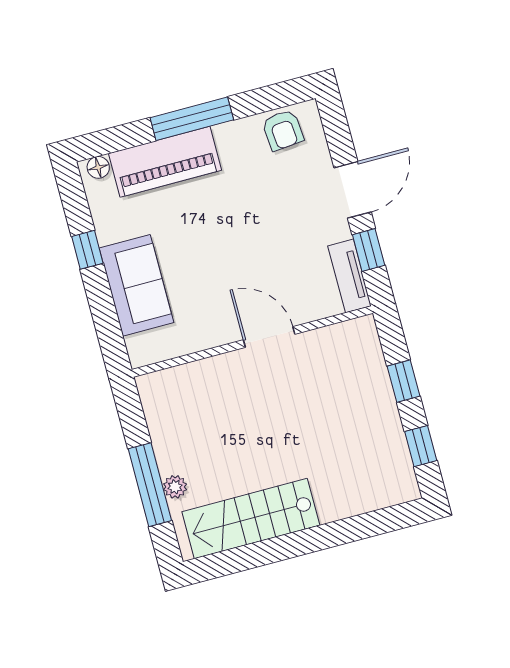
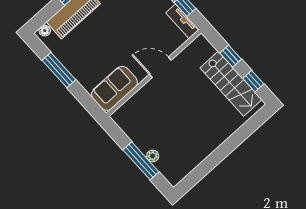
window: (87, 250) -> (59, 70), width x2.17
sofa: (136, 285) -> (114, 88), moved, turned -90
stairs: (251, 519) -> (231, 84), moved, turned -90

